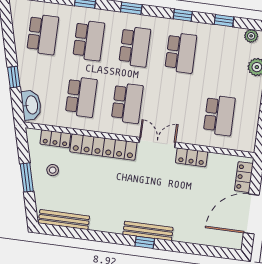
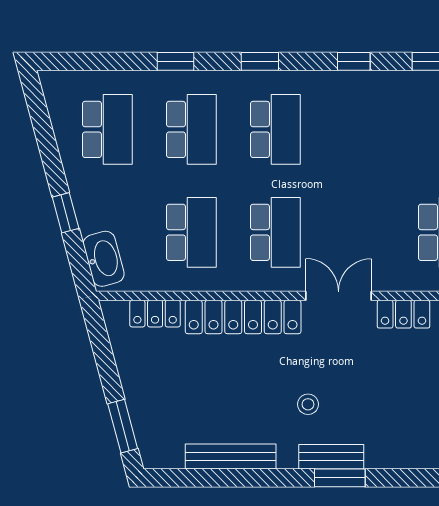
school desk: (181, 53) -> (359, 129), removed
stool: (53, 170) -> (308, 404), moved
window: (27, 177) -> (123, 426), moved
bench: (64, 220) -> (231, 456), moved
bench: (148, 231) -> (331, 457), width x0.73
window: (145, 242) -> (340, 478), width x1.50

